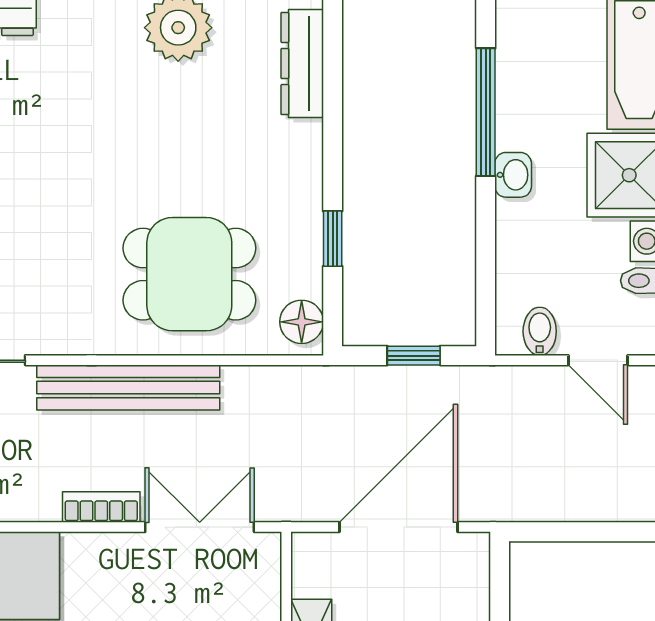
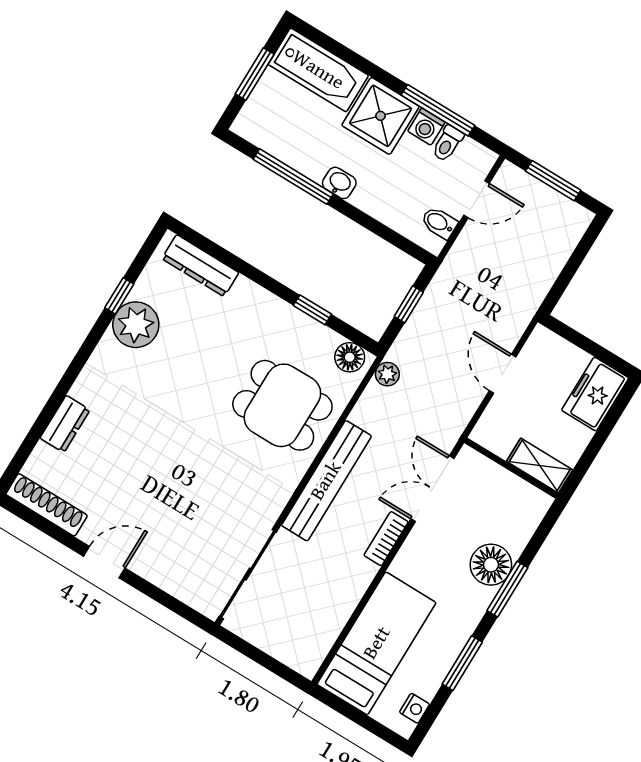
dining table: (189, 274) -> (282, 405), turned 90
plant: (309, 382) -> (387, 374), added
door: (398, 527) -> (503, 374), width x0.53

